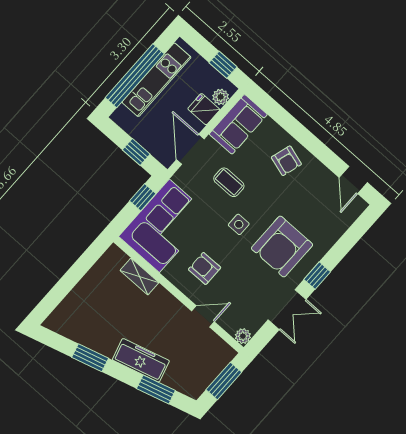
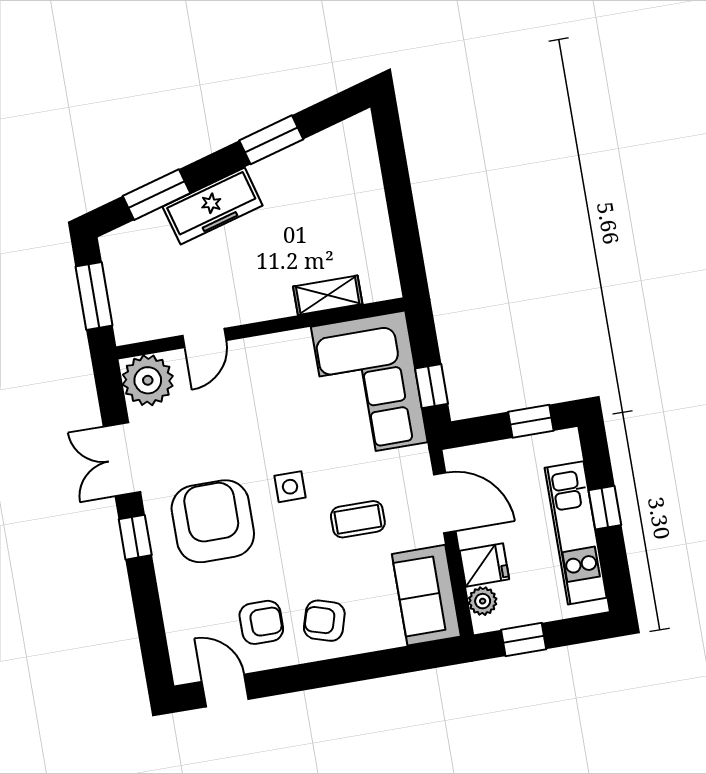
window: (135, 76) -> (605, 508), width x0.32
window: (136, 152) -> (531, 421), moved
armchair: (205, 268) -> (261, 622), moved
plant: (243, 336) -> (148, 380), width x1.88, depth x1.88

